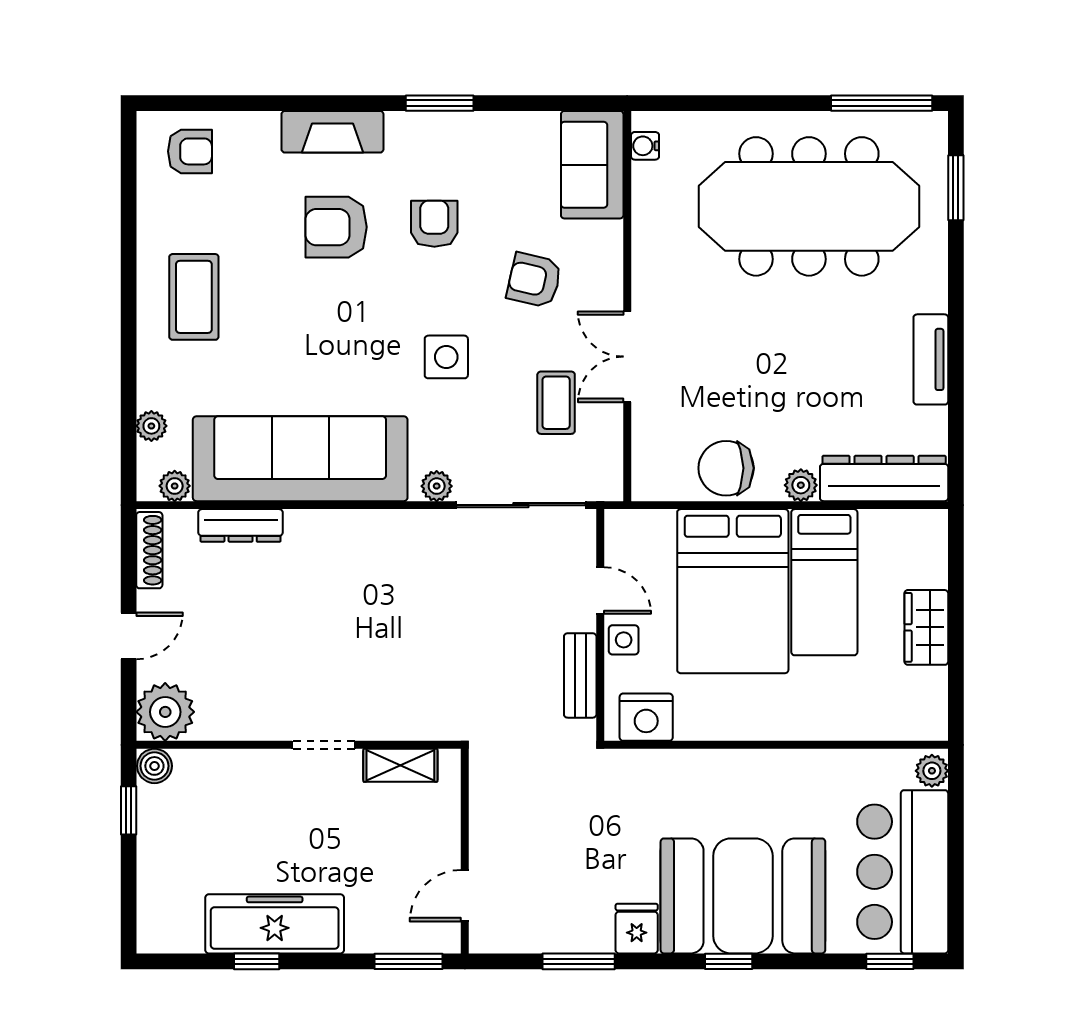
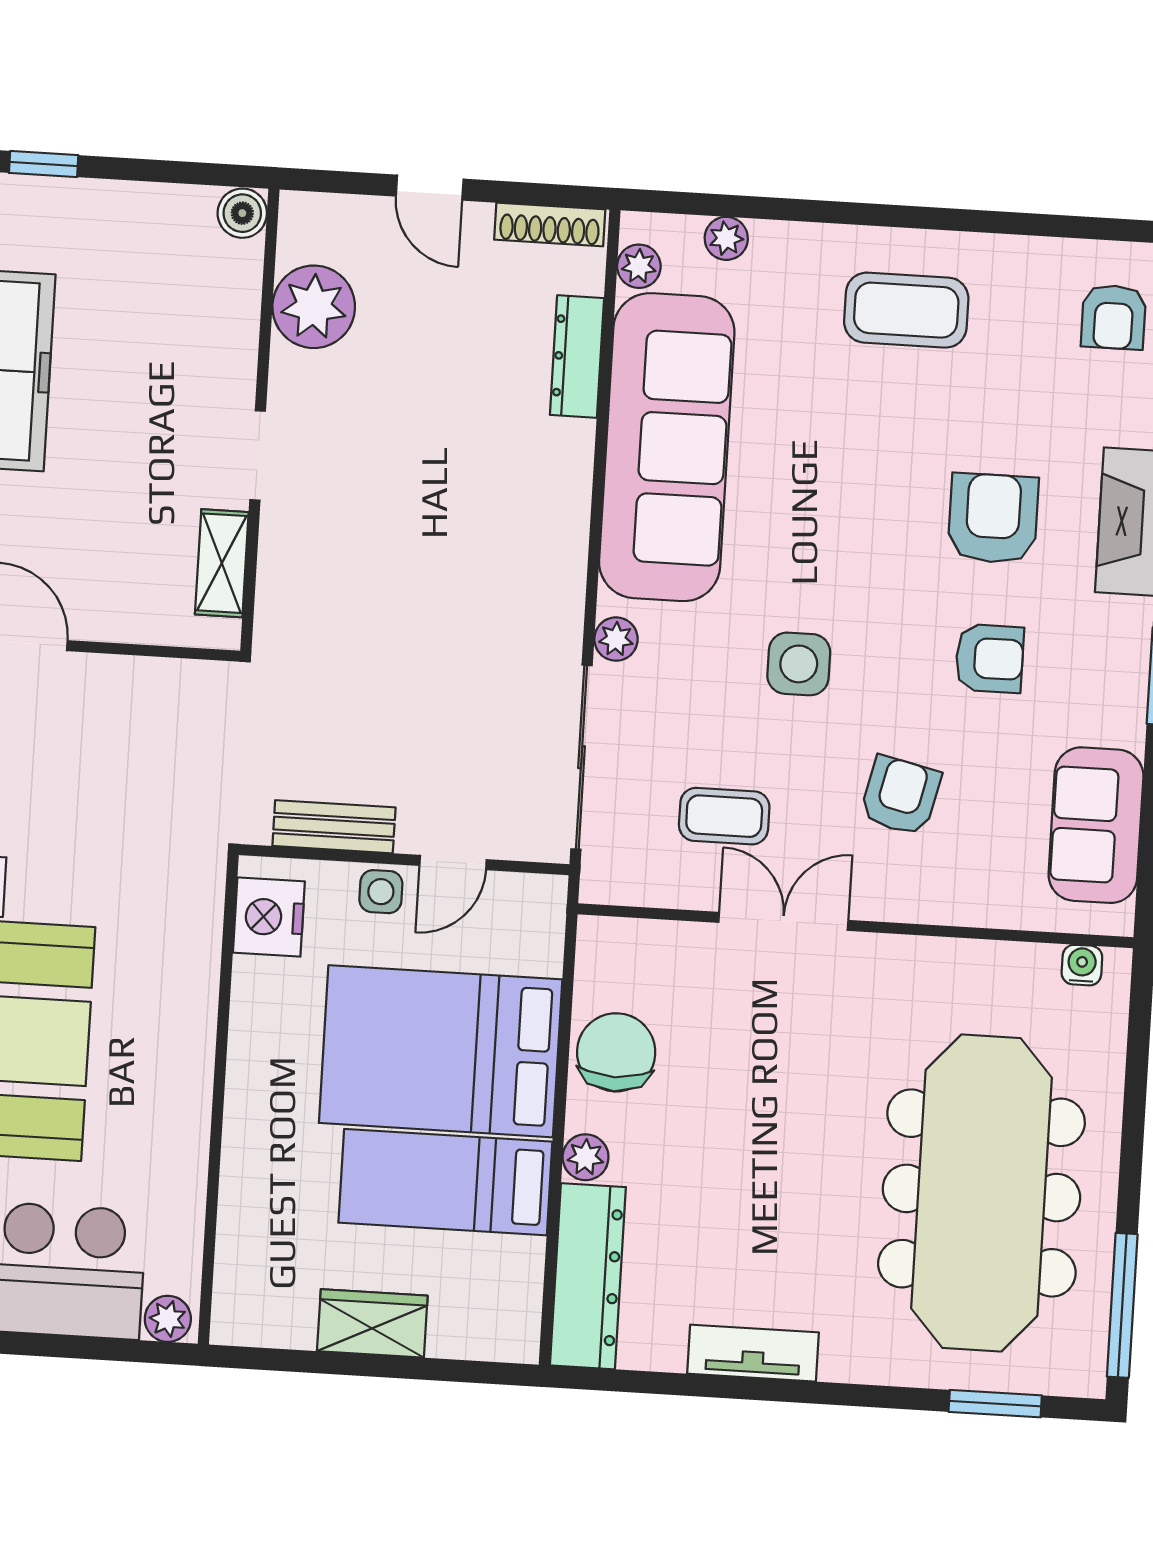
sofa: (592, 165) -> (1096, 825), moved, turned -90
plant: (165, 712) -> (314, 307), moved
window: (129, 810) -> (44, 164), moved

